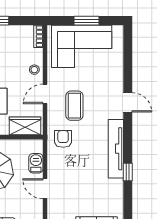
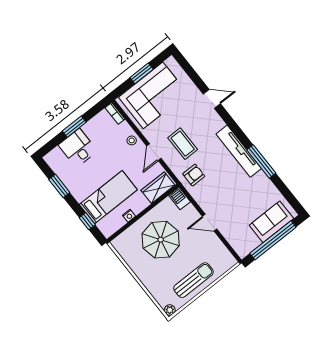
door: (128, 102) -> (212, 99), moved
armchair: (63, 139) -> (194, 175), turned 90
barbecue: (36, 163) -> (180, 199), moved
window: (128, 172) -> (261, 161), width x2.17

